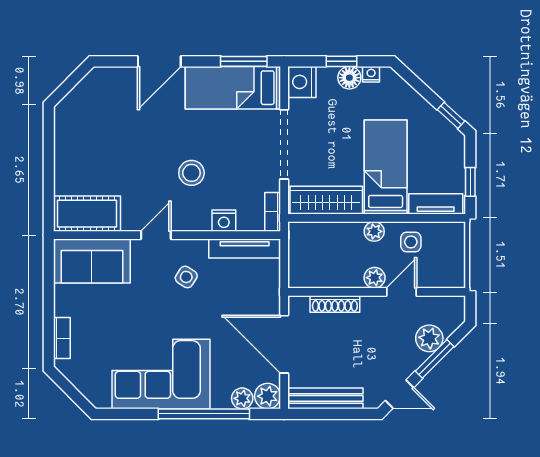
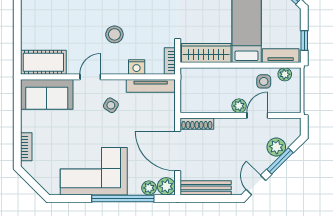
plant: (374, 231) -> (285, 74), moved
shoe rack: (335, 304) -> (197, 124), moved
door: (399, 394) -> (256, 185), swing flipped

